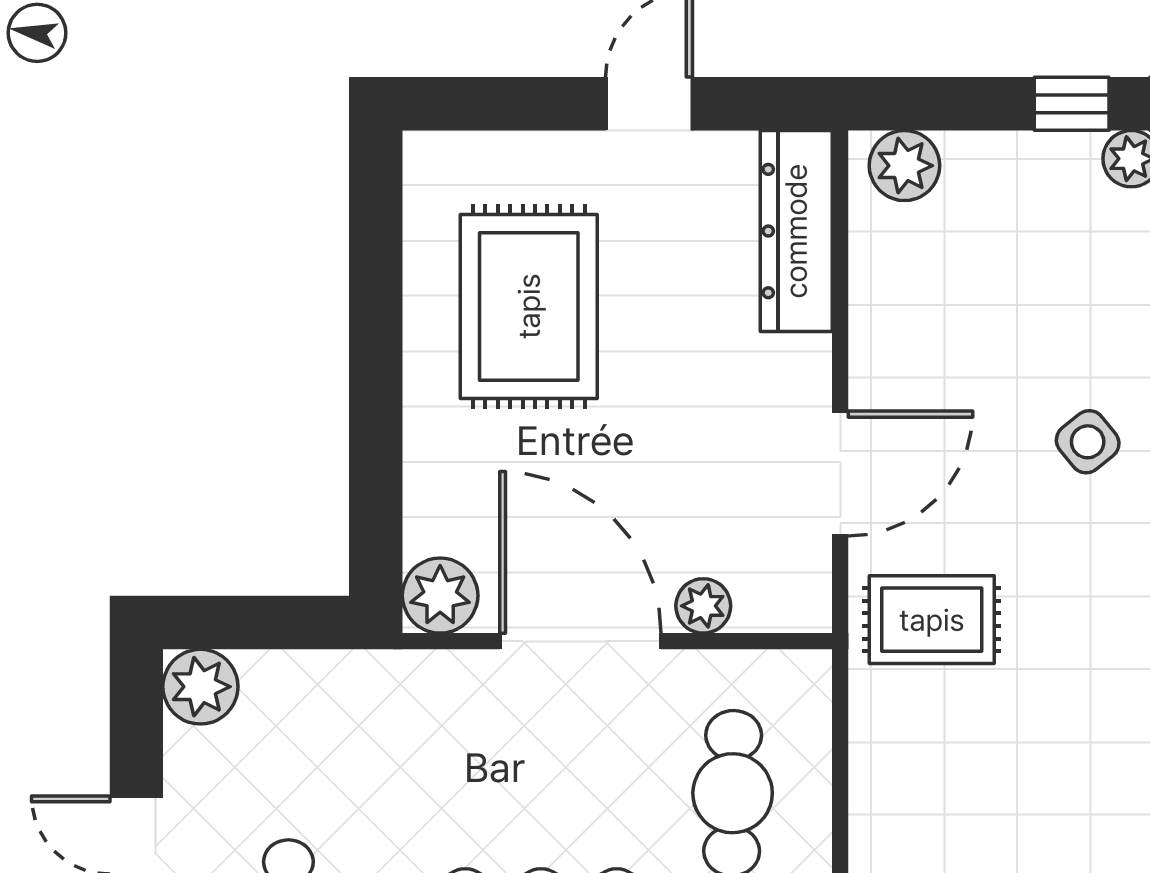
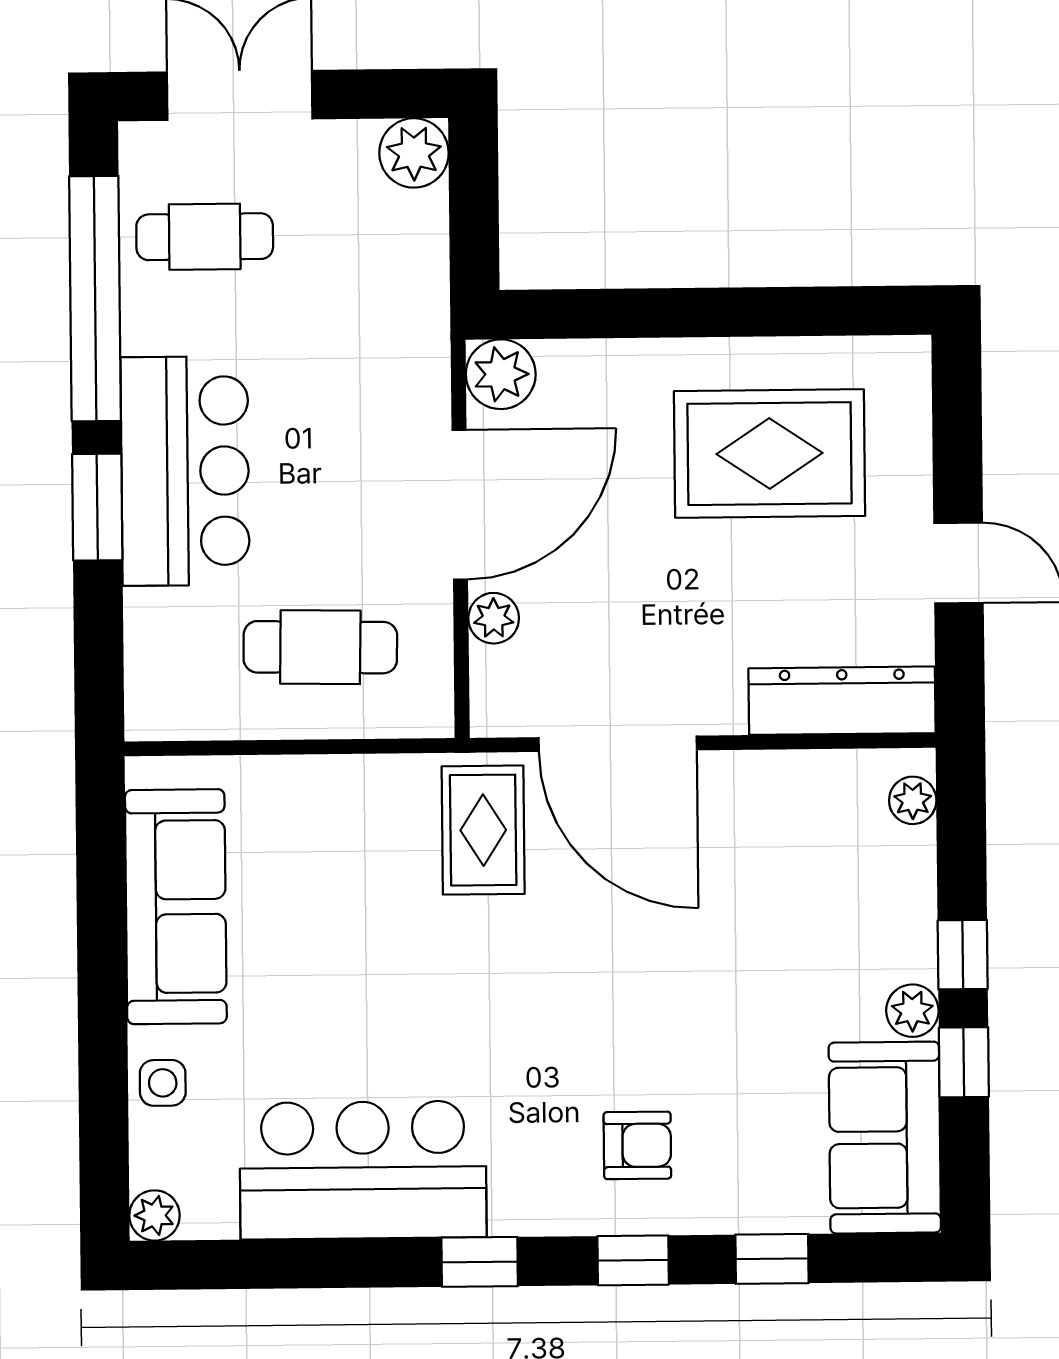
plant: (904, 166) -> (913, 800), width x0.73, depth x0.73
side table: (1088, 442) -> (650, 973), removed
door: (840, 473) -> (618, 744), width x1.36

